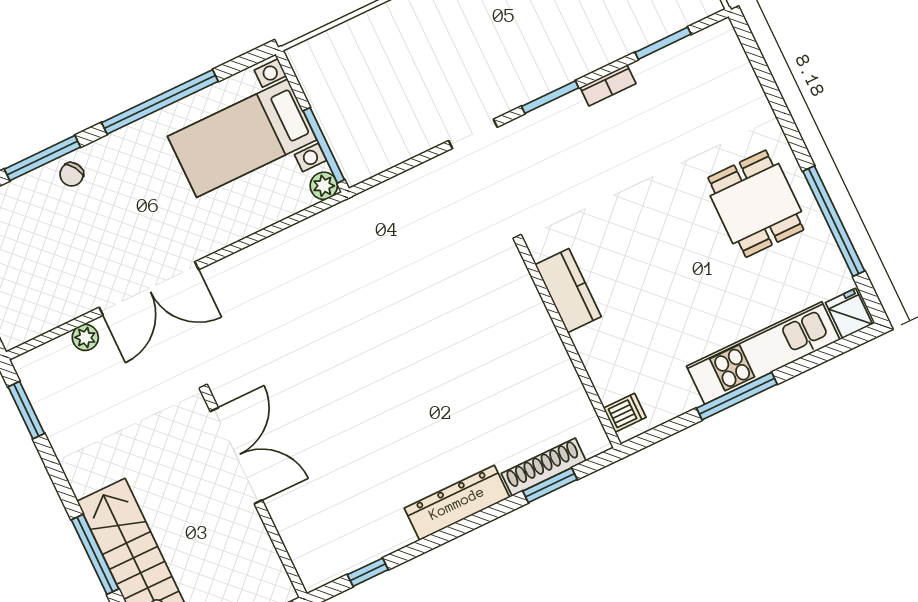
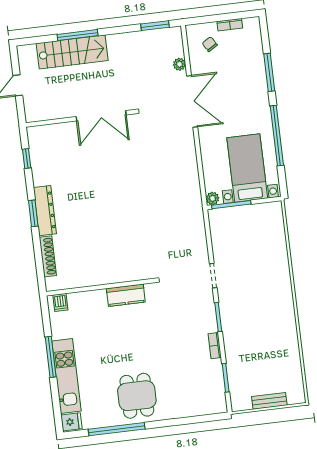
chair: (72, 174) -> (210, 44), moved
dining table: (756, 204) -> (137, 396), turned 90
double door: (149, 288) -> (192, 101), swing flipped
window: (550, 485) -> (33, 213), moved

